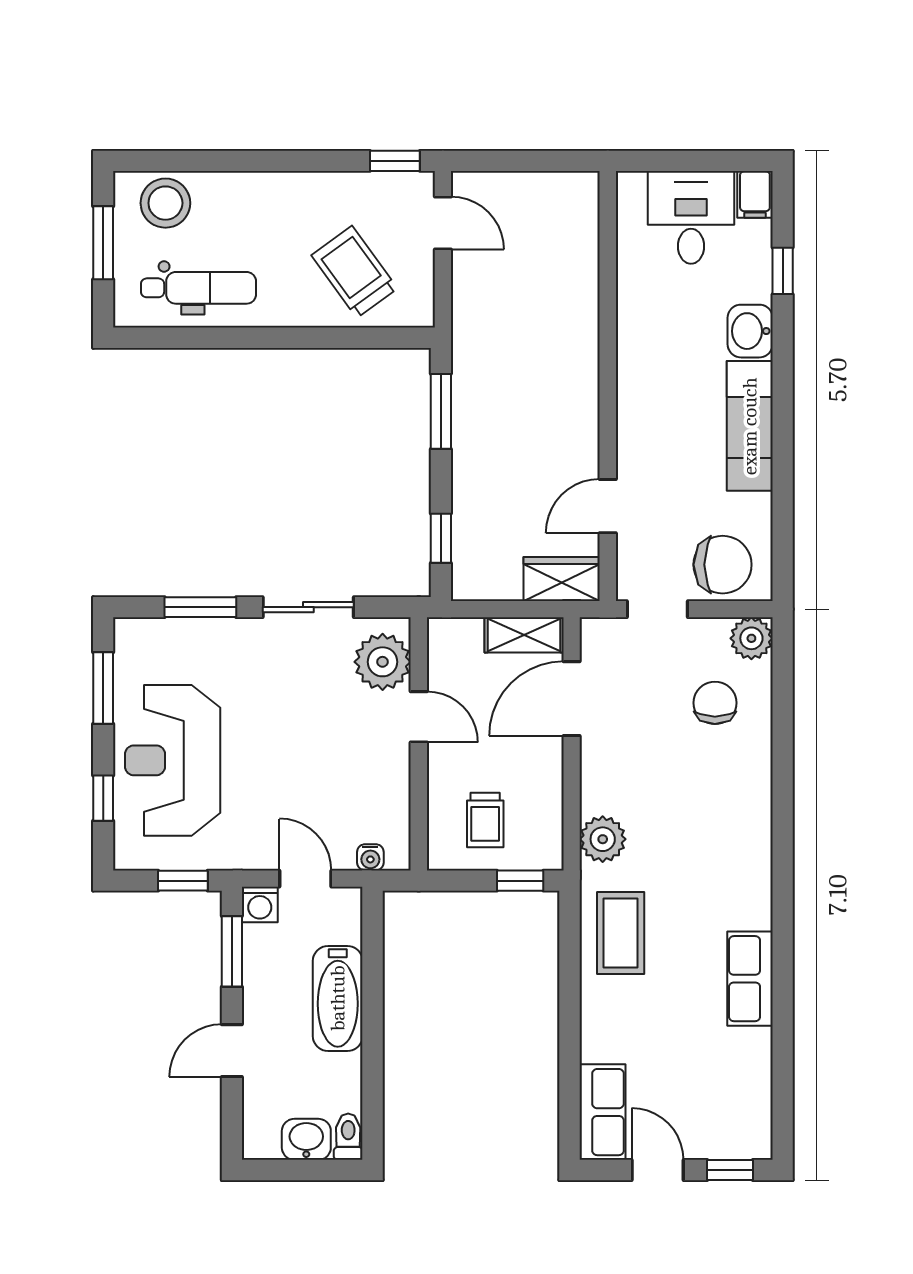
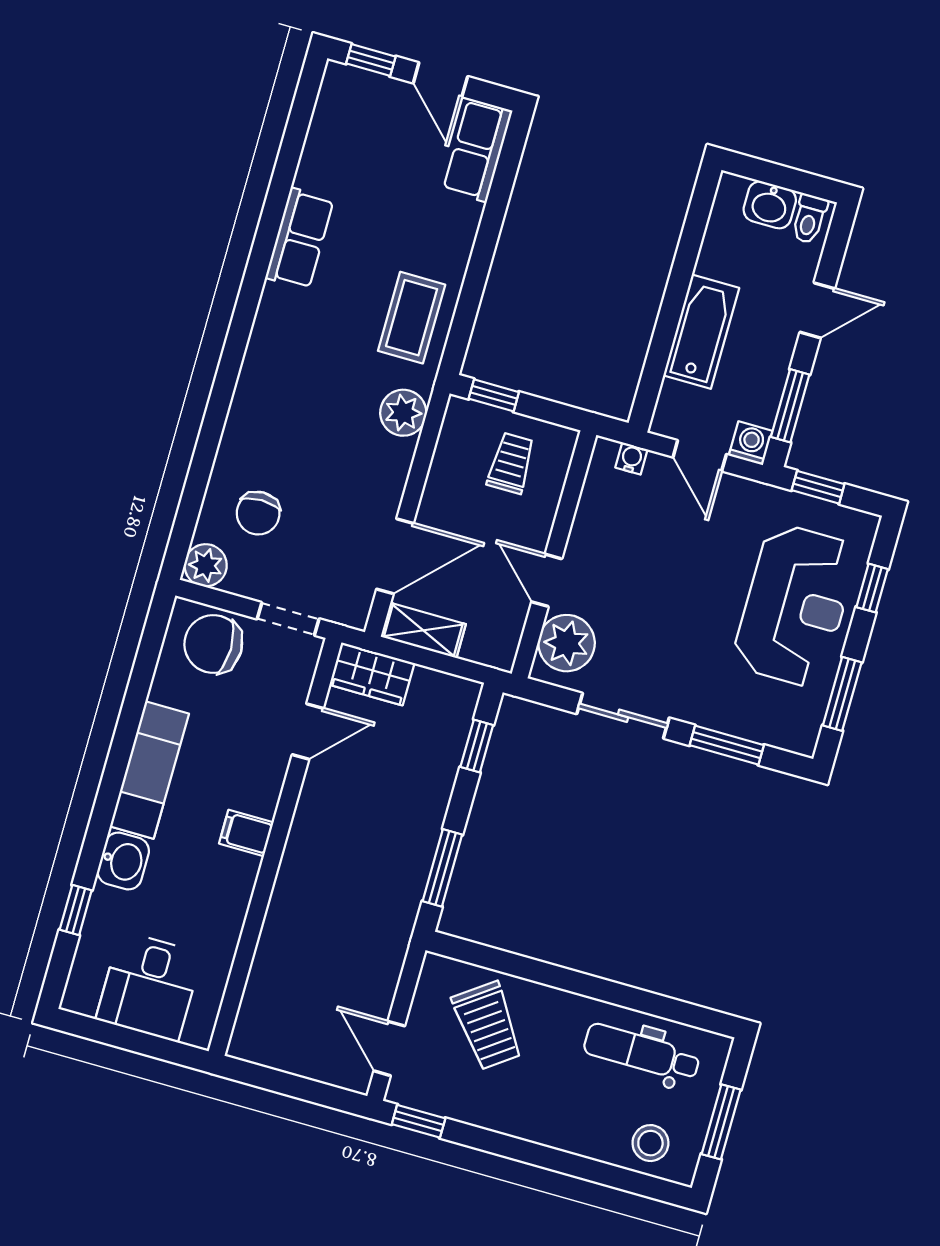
filing cabinet: (755, 194) -> (246, 833), moved, turned -90
stool: (165, 203) -> (650, 1143), width x0.73, depth x0.73
toilet: (348, 1137) -> (809, 219), moved

